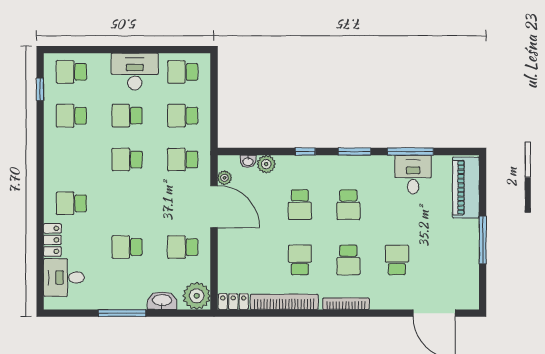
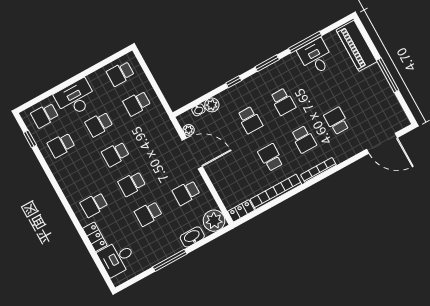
desk: (135, 72) -> (75, 98), moved
school desk: (183, 159) -> (132, 184), moved

